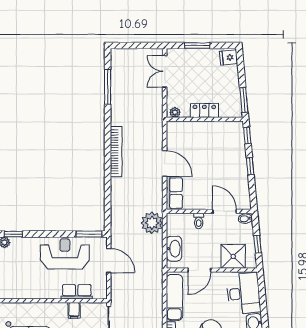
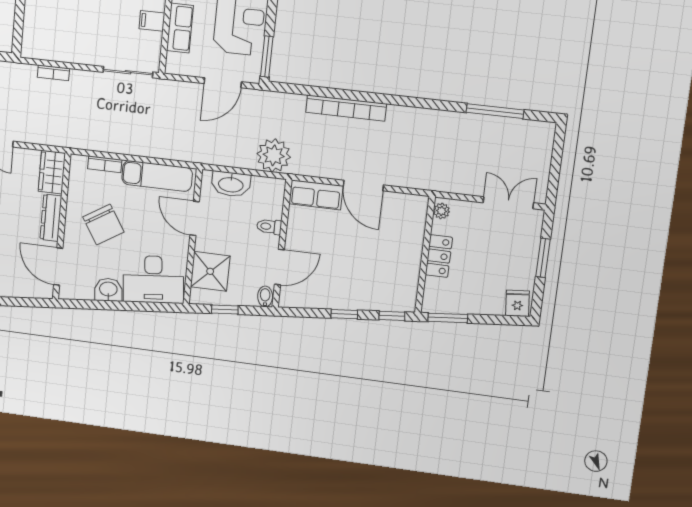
bookcase: (116, 152) -> (346, 108), moved
door: (165, 163) -> (363, 186), hinge flipped

